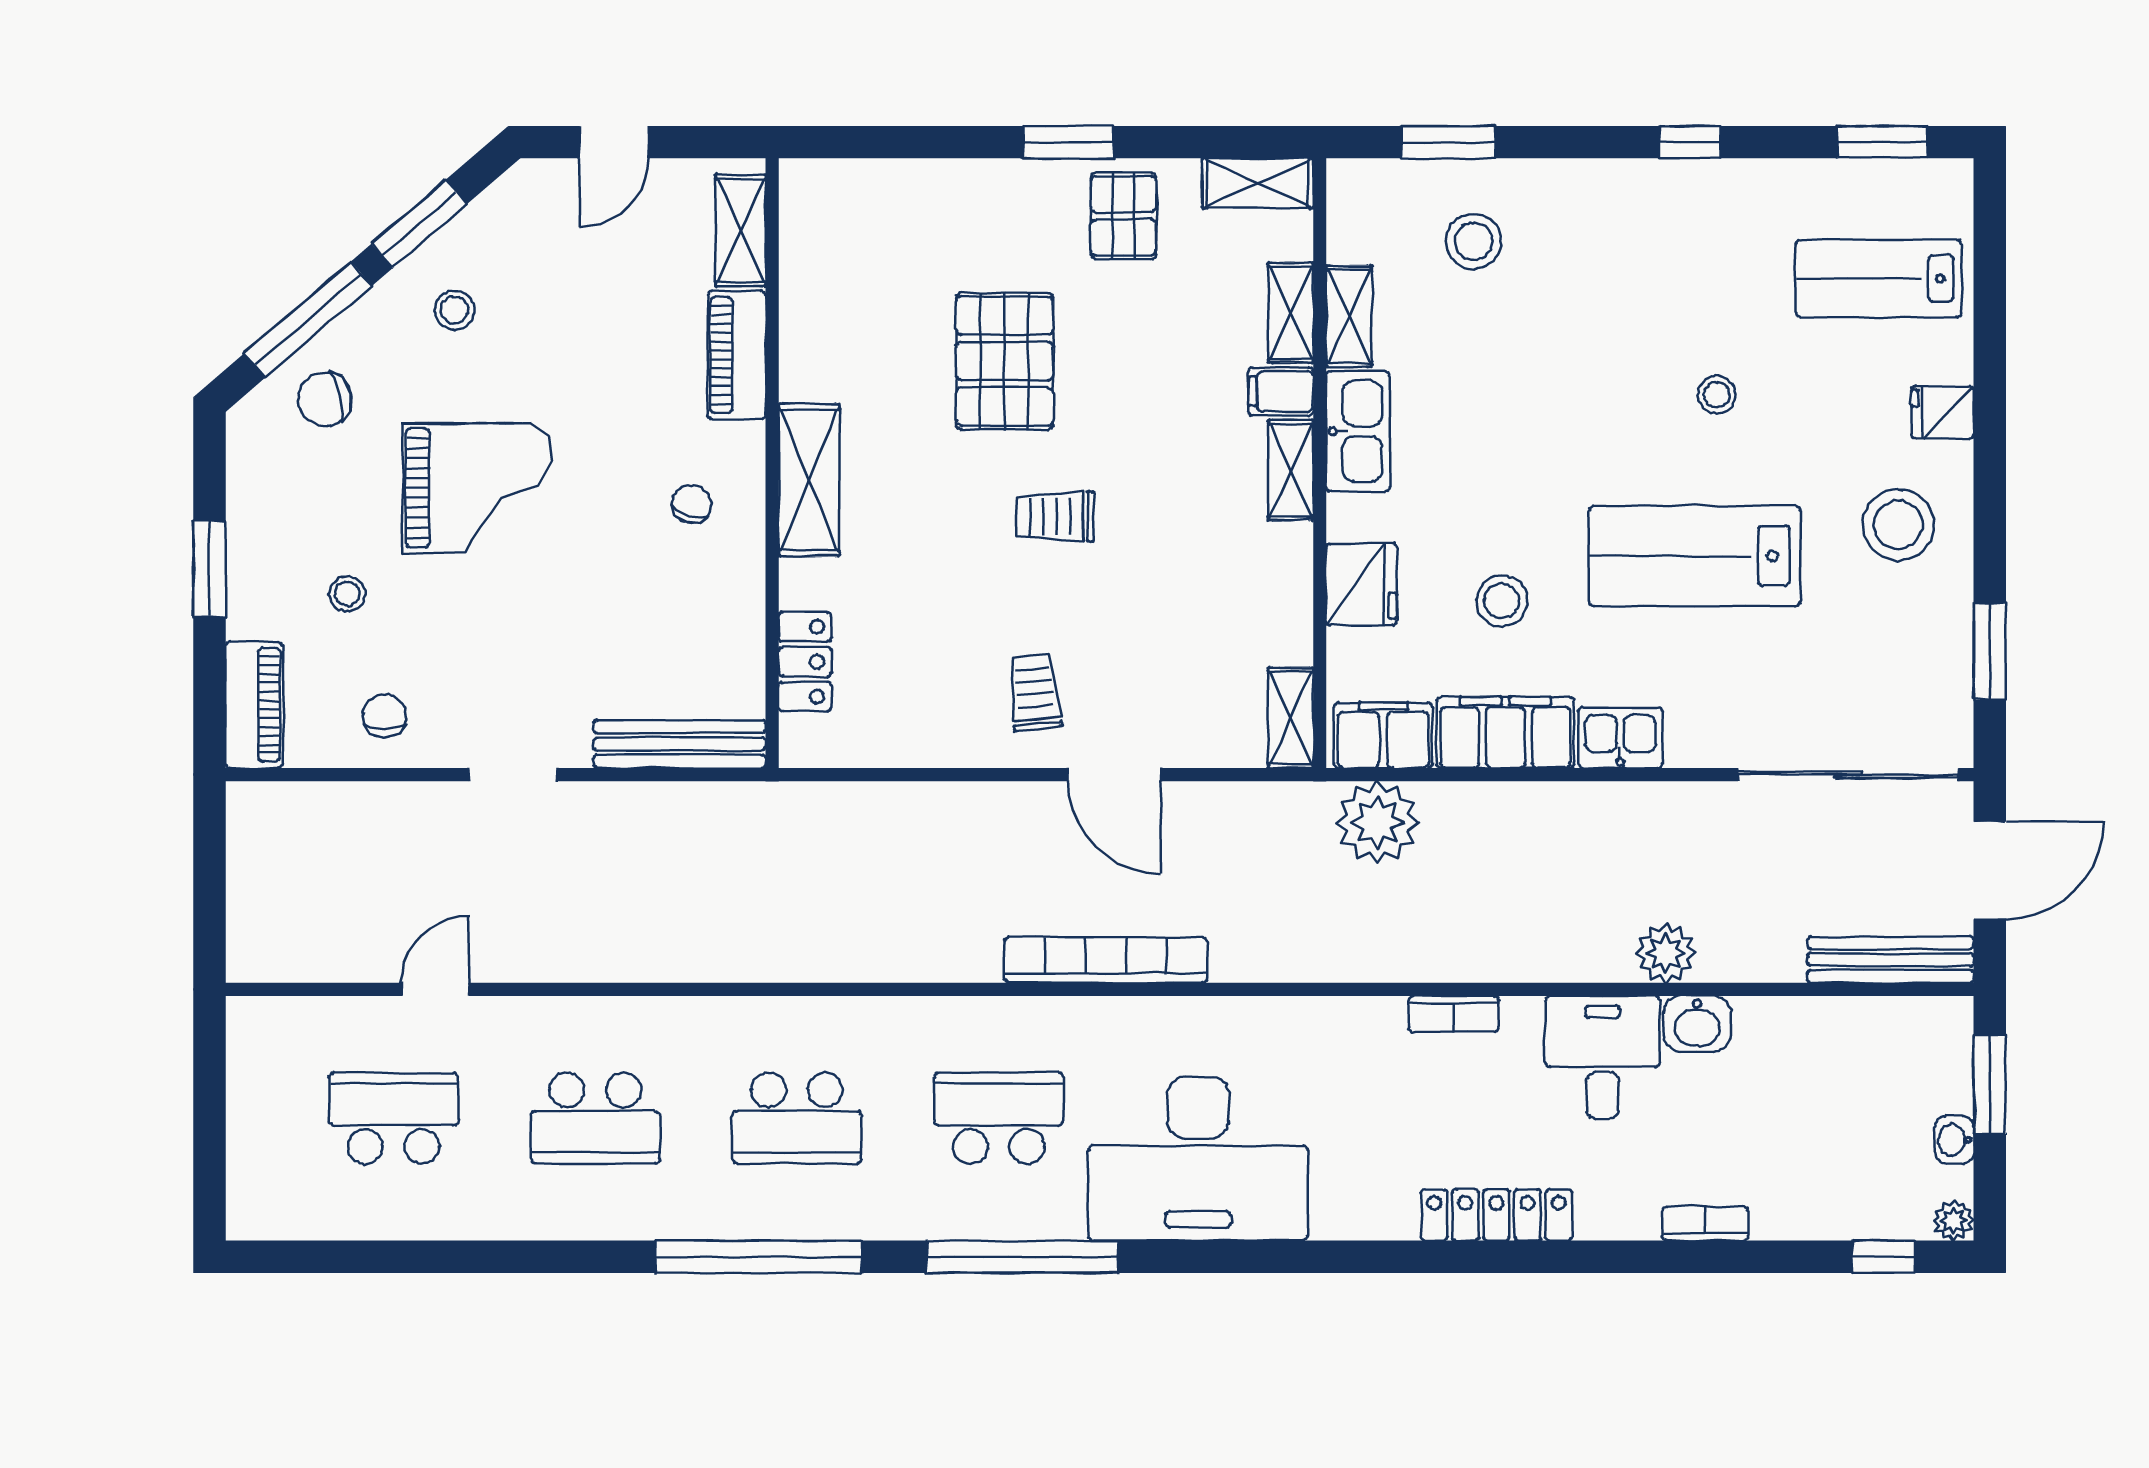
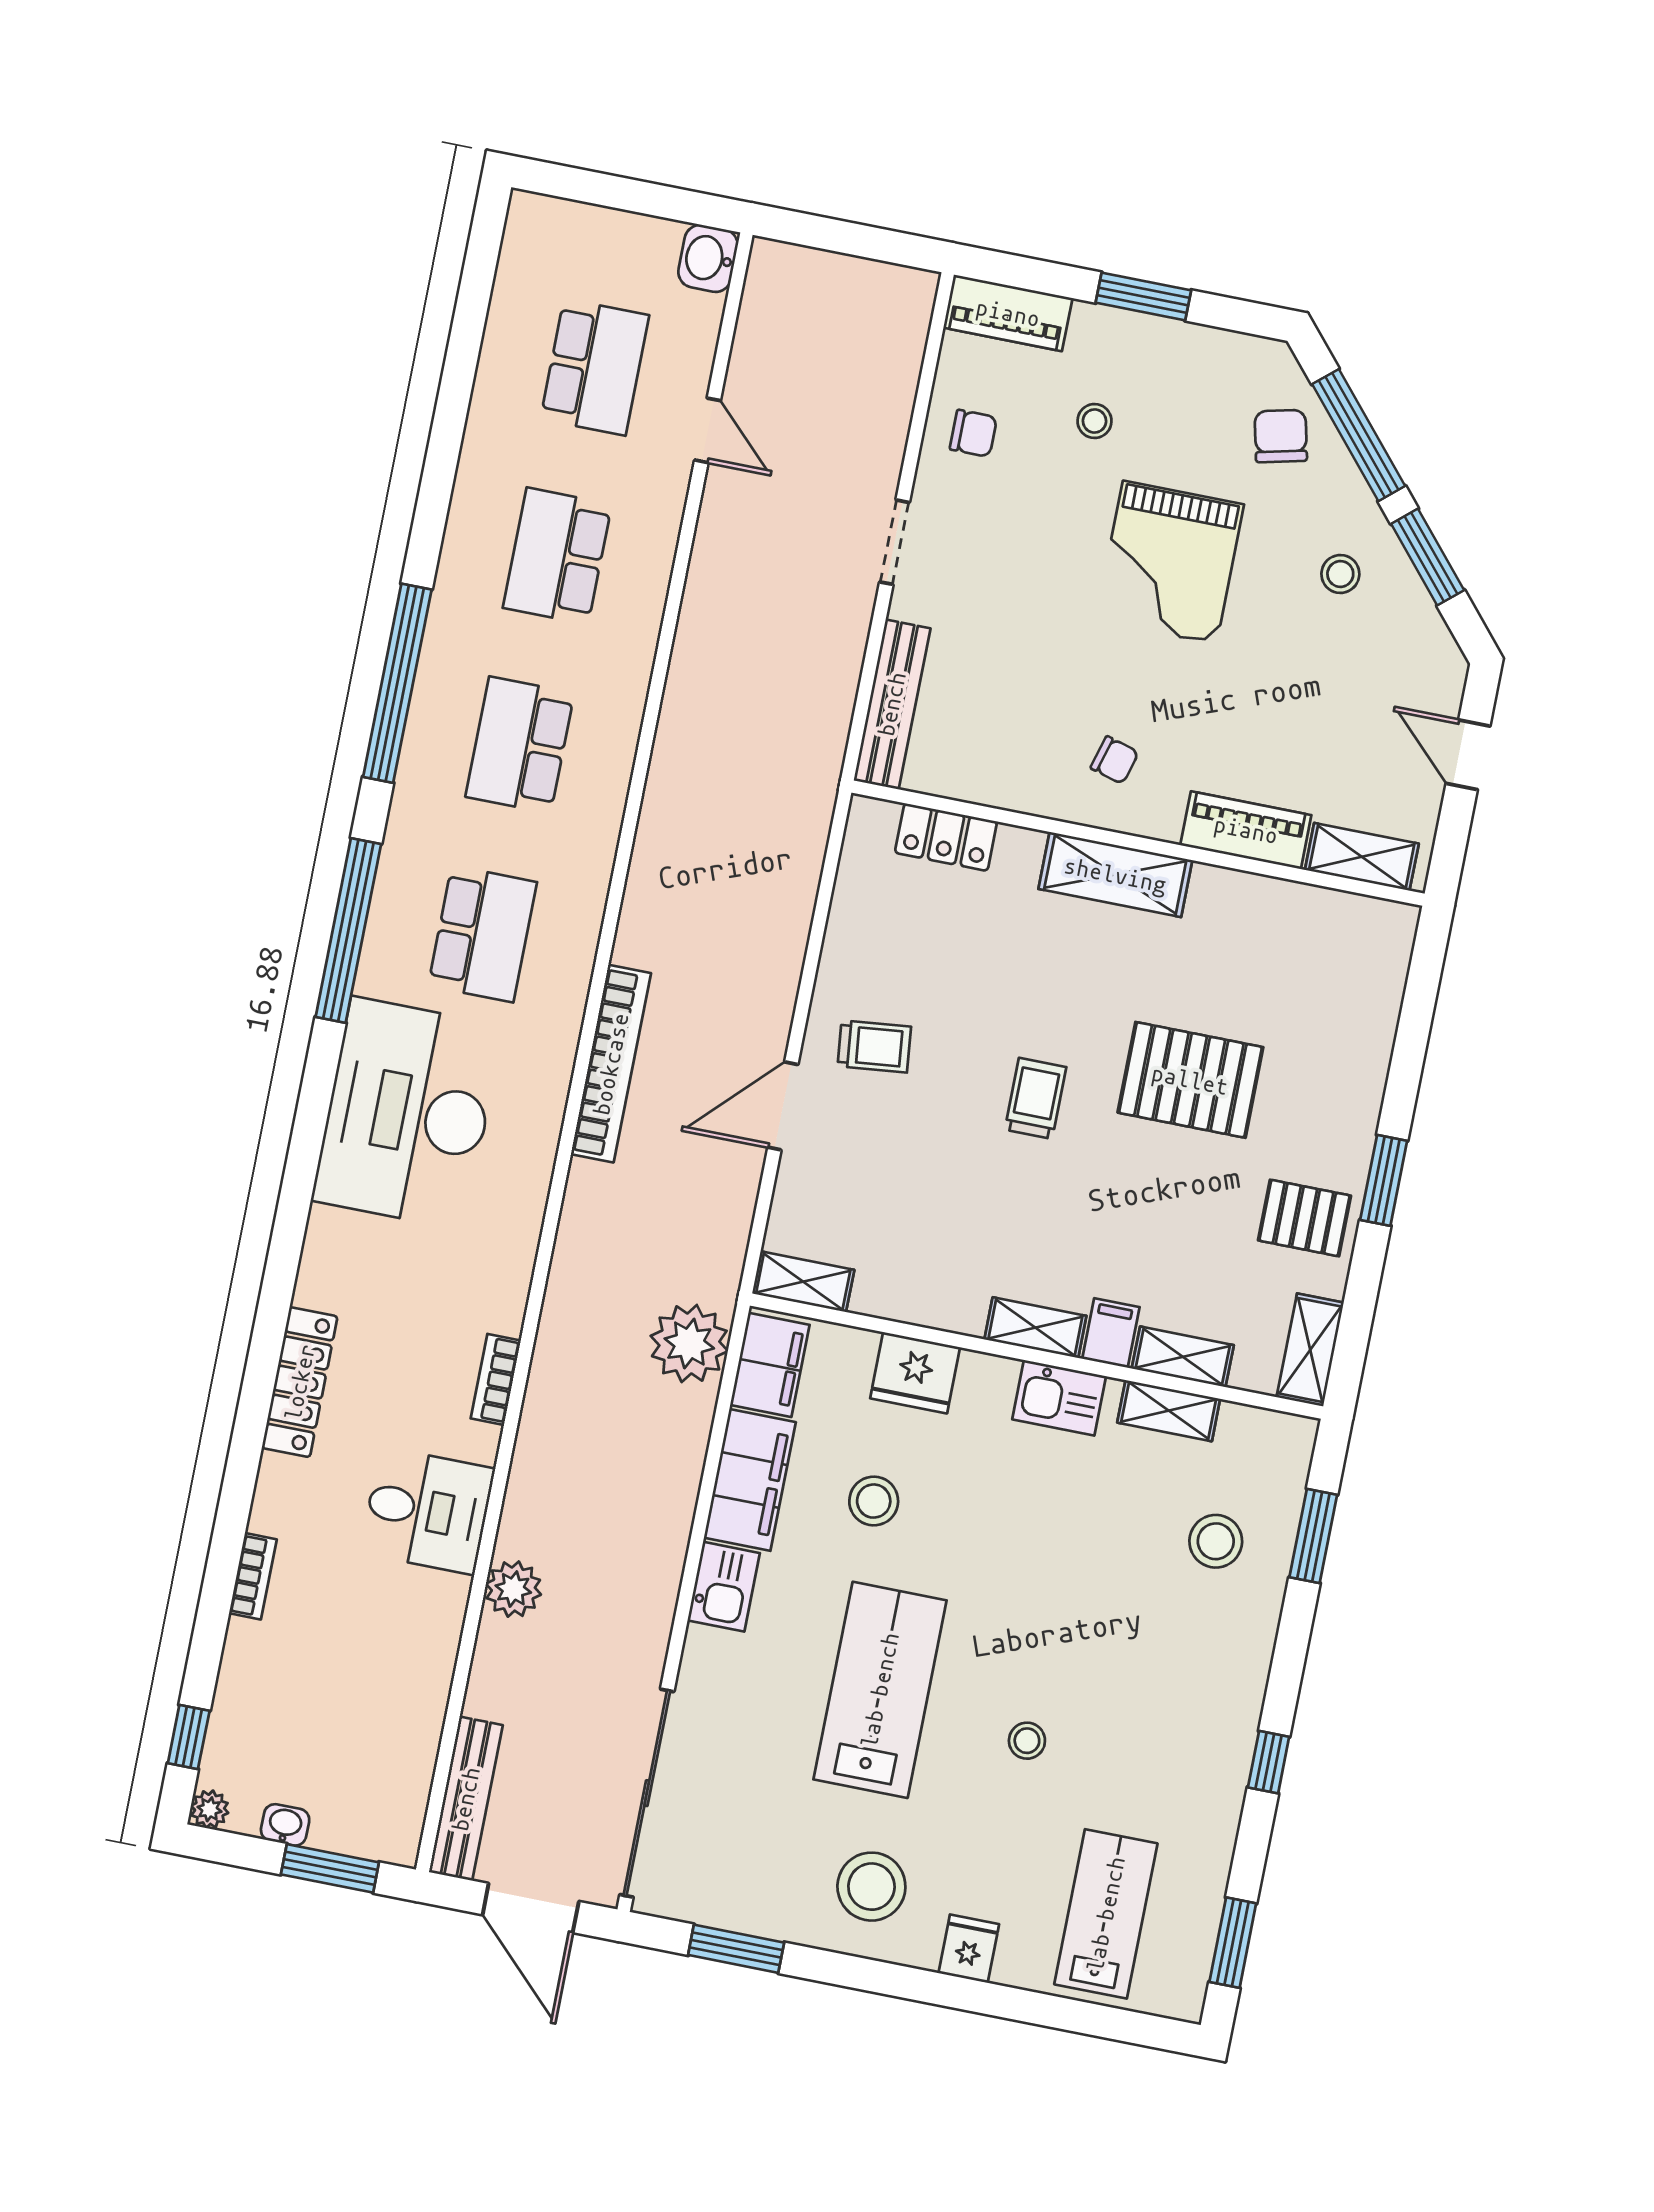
kitchen sink: (1358, 431) -> (1059, 1398), width x0.73
washbasin: (1697, 1024) -> (708, 258), moved

